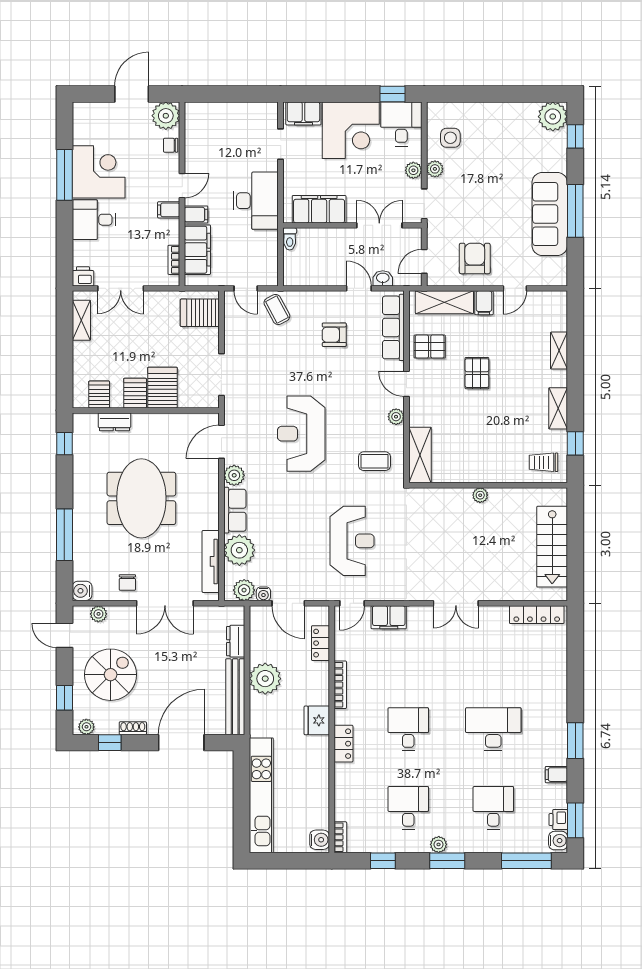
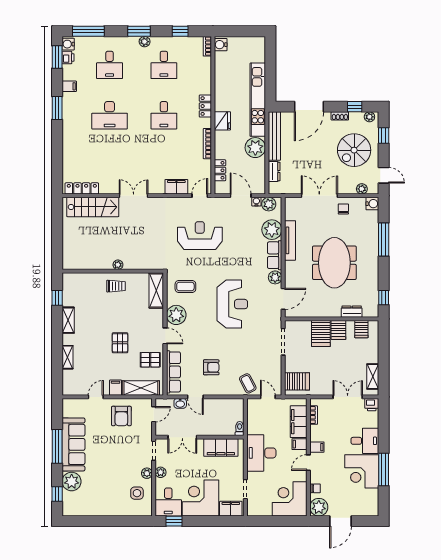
plant: (553, 117) -> (72, 481), moved
corner desk: (211, 129) -> (290, 499), added
plant: (396, 417) -> (176, 315), width x1.88, depth x1.88
trolley: (544, 462) -> (116, 286), moved
reception desk: (352, 541) -> (200, 236), turned 90
stairs: (552, 547) -> (93, 207), moved, turned 90
tv unit: (211, 561) -> (290, 240), moved
kitchen unit: (261, 795) -> (258, 100), moved

